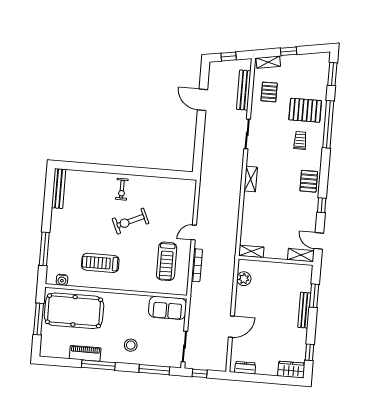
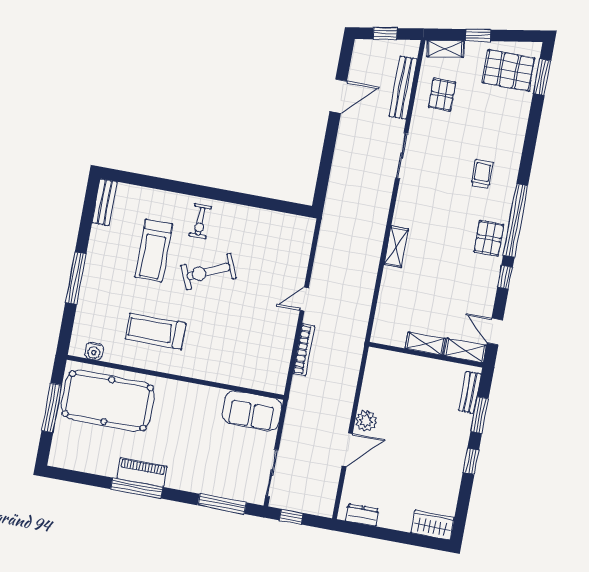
door: (202, 100) -> (338, 96), swing flipped
pallet: (305, 110) -> (509, 70), moved
window: (328, 124) -> (516, 220), moved
shelving: (251, 179) -> (396, 247), moved
bench: (59, 189) -> (105, 202), width x0.73
window: (44, 249) -> (76, 278), moved
shelving: (251, 251) -> (425, 344), moved
treadmill: (167, 261) -> (154, 251), moved
plant: (244, 279) -> (366, 421), moved
bench: (304, 310) -> (470, 392), moved, width x0.73
stool: (131, 345) -> (190, 462), removed
window: (310, 352) -> (471, 461), moved
piano: (85, 353) -> (142, 472), moved

